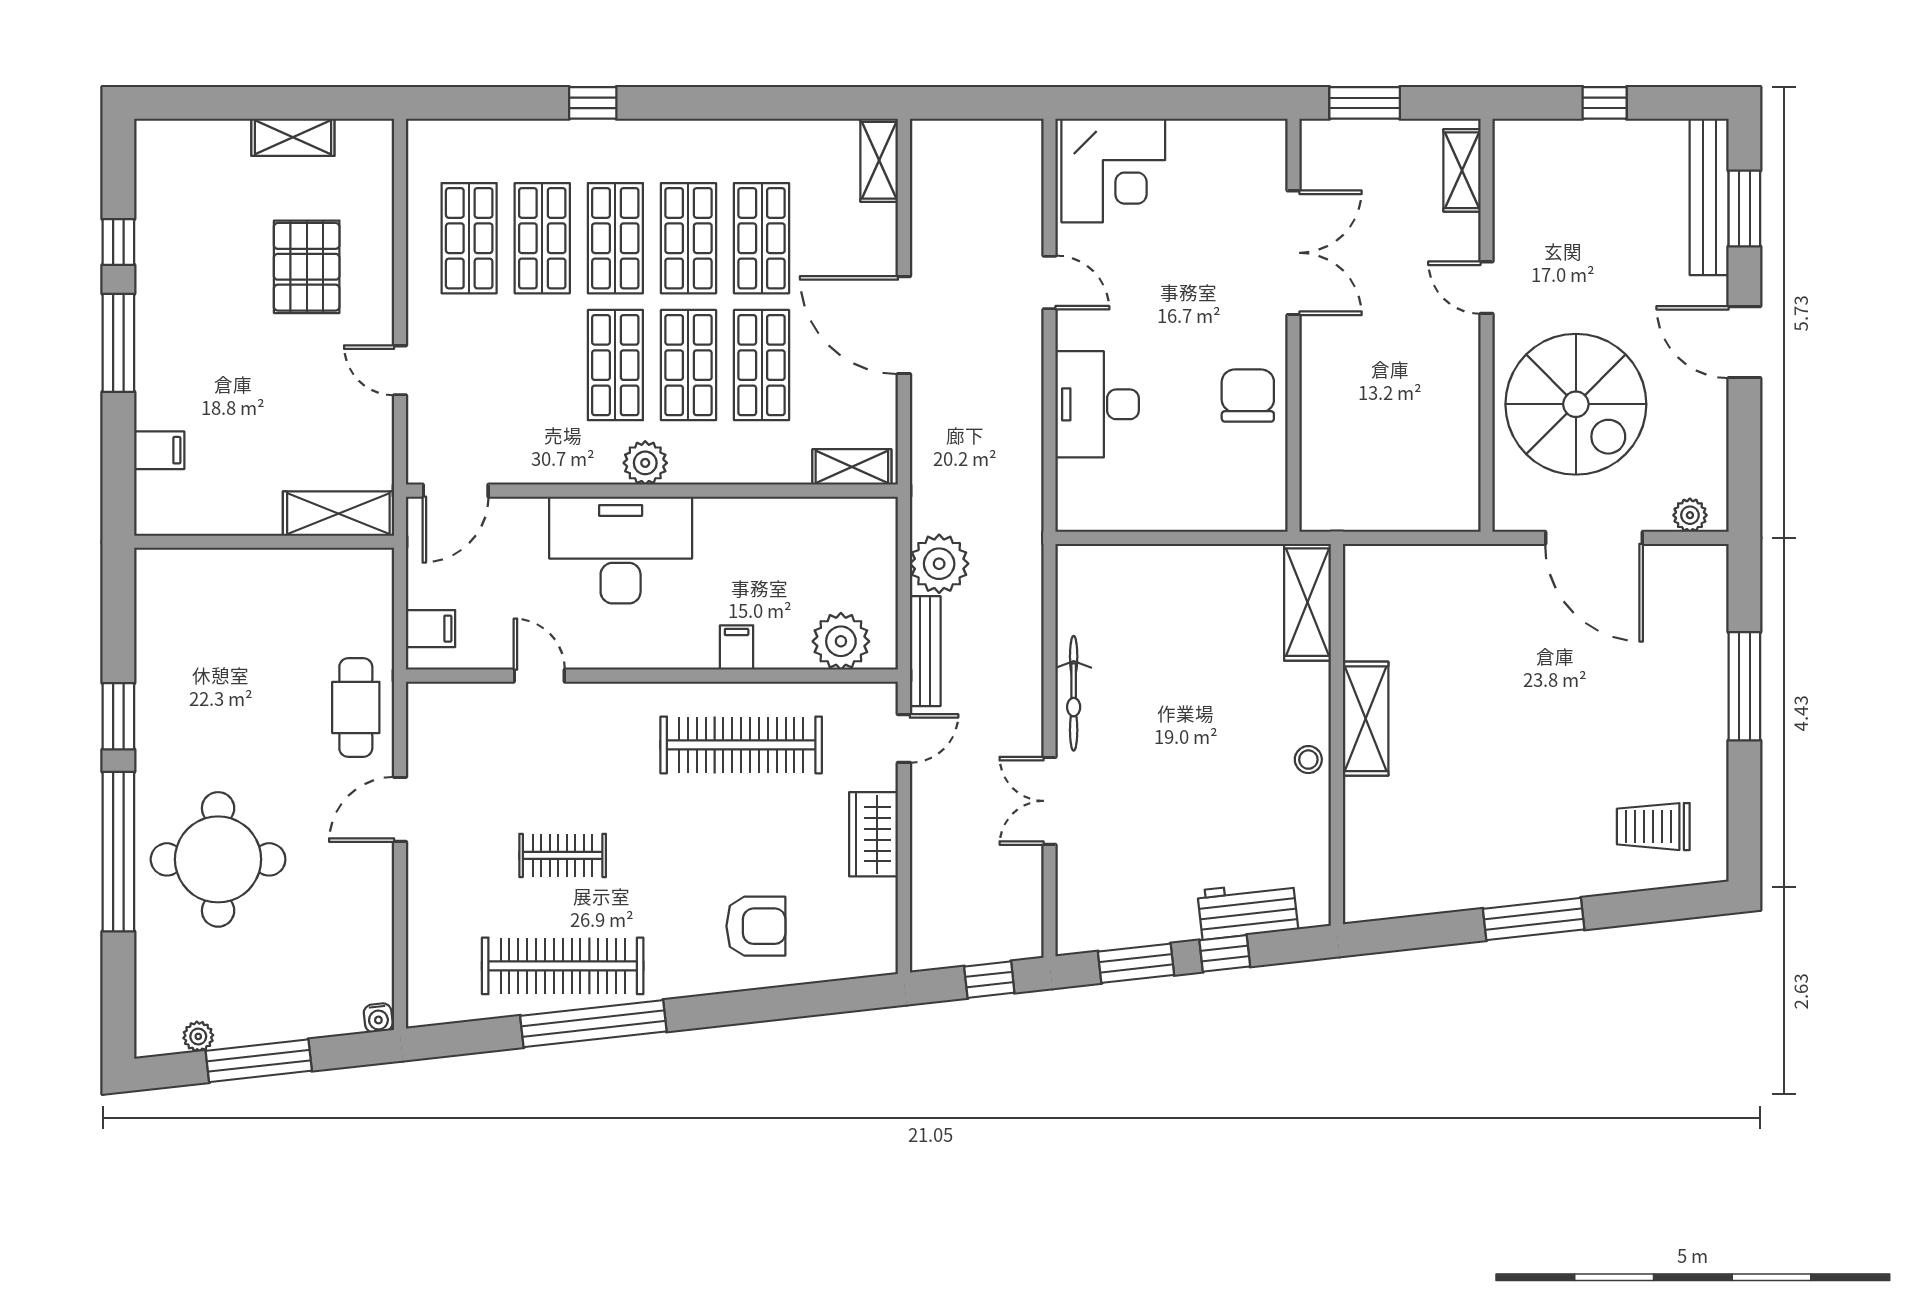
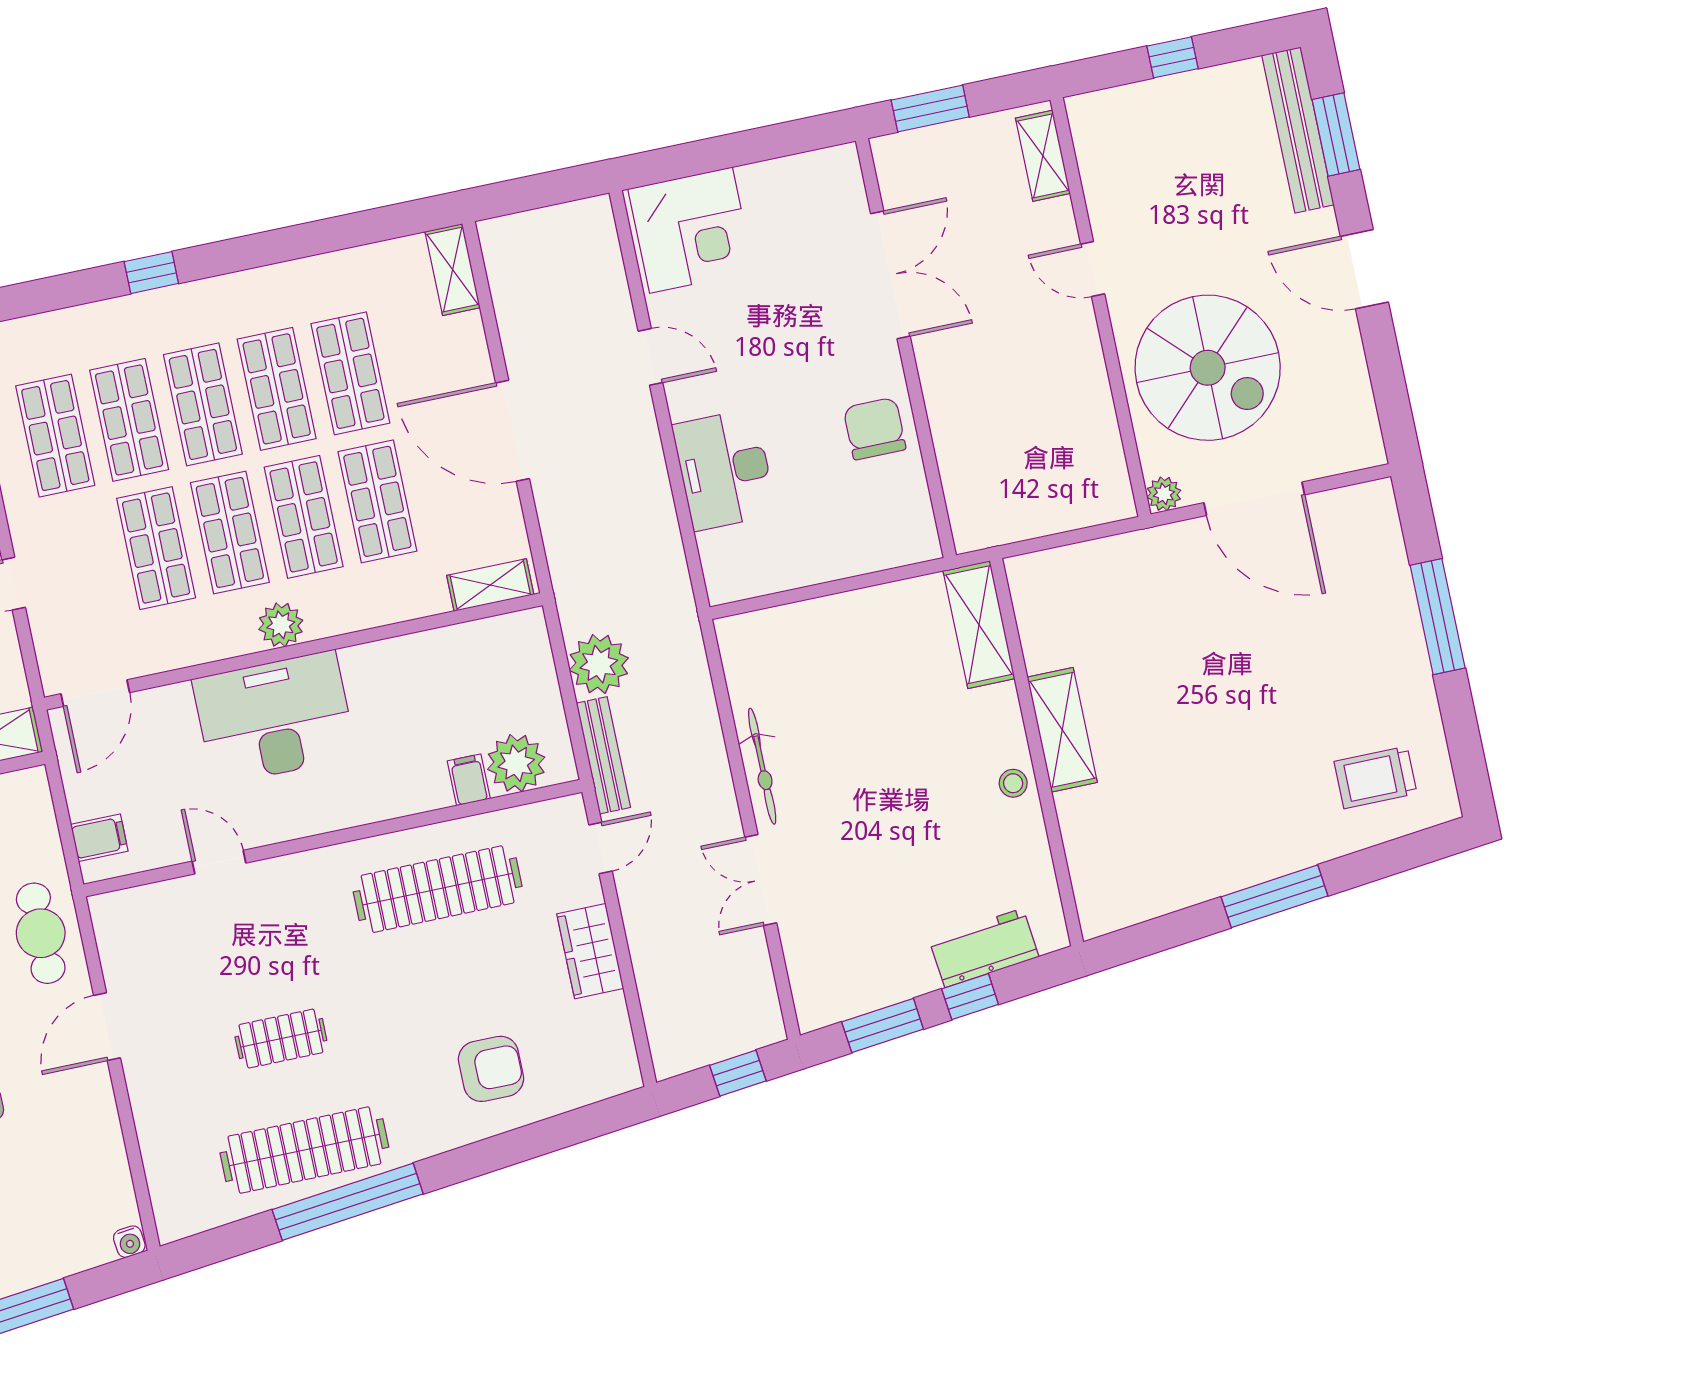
shop shelf: (542, 365) -> (156, 548), added
plant: (1690, 515) -> (1164, 494), moved
filing cabinet: (737, 648) -> (469, 780), moved

